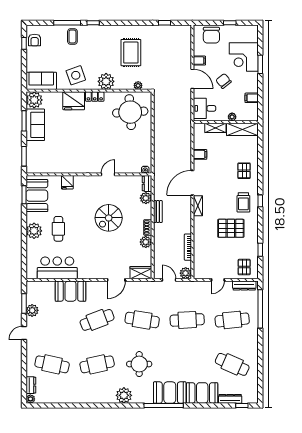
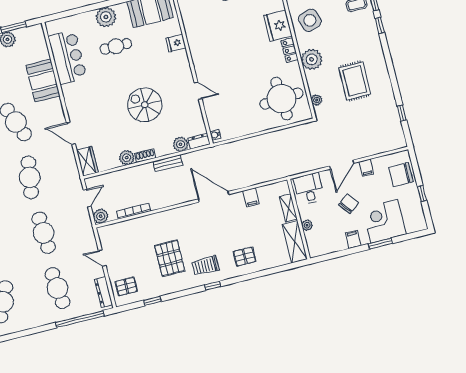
rug: (131, 53) -> (355, 81), turned 90
filing cabinet: (252, 98) -> (353, 239), moved
shelving: (198, 206) -> (187, 211), removed

